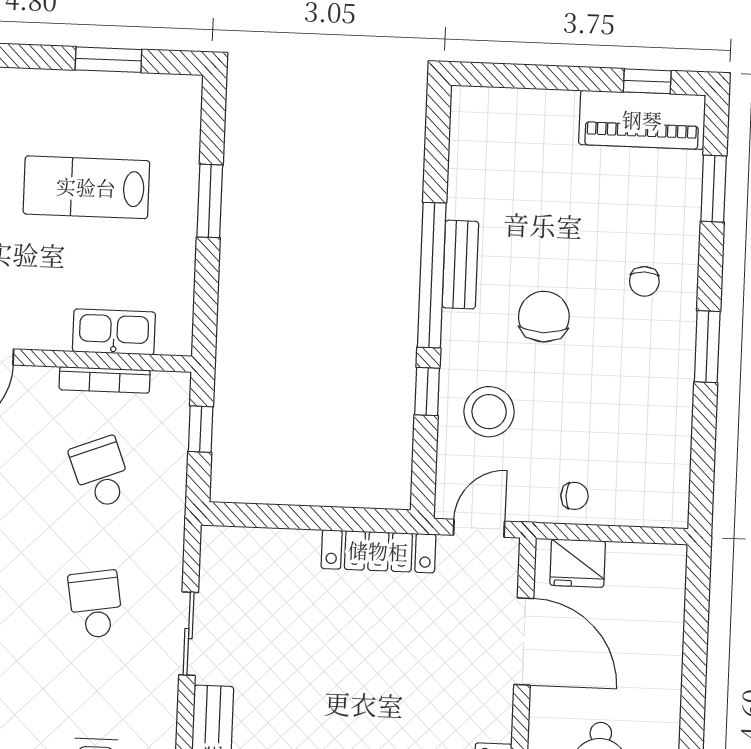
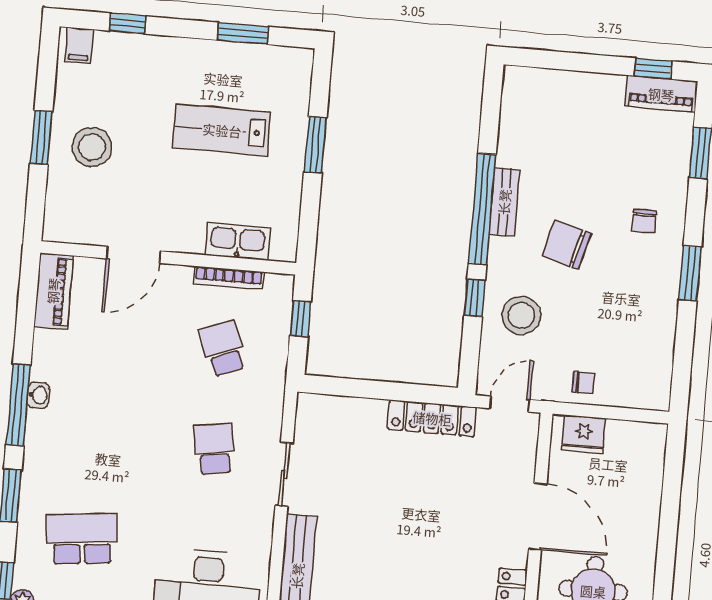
piano: (642, 120) -> (661, 94), width x0.73, depth x0.75
chair: (544, 317) -> (566, 245), turned -75
door: (524, 642) -> (538, 517), moved

